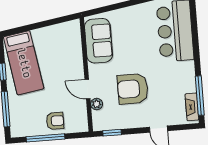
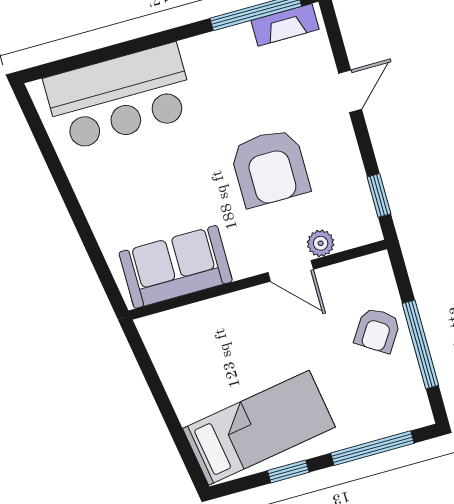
door: (87, 89) -> (291, 271), hinge flipped
armchair: (55, 121) -> (377, 330), turned -147

